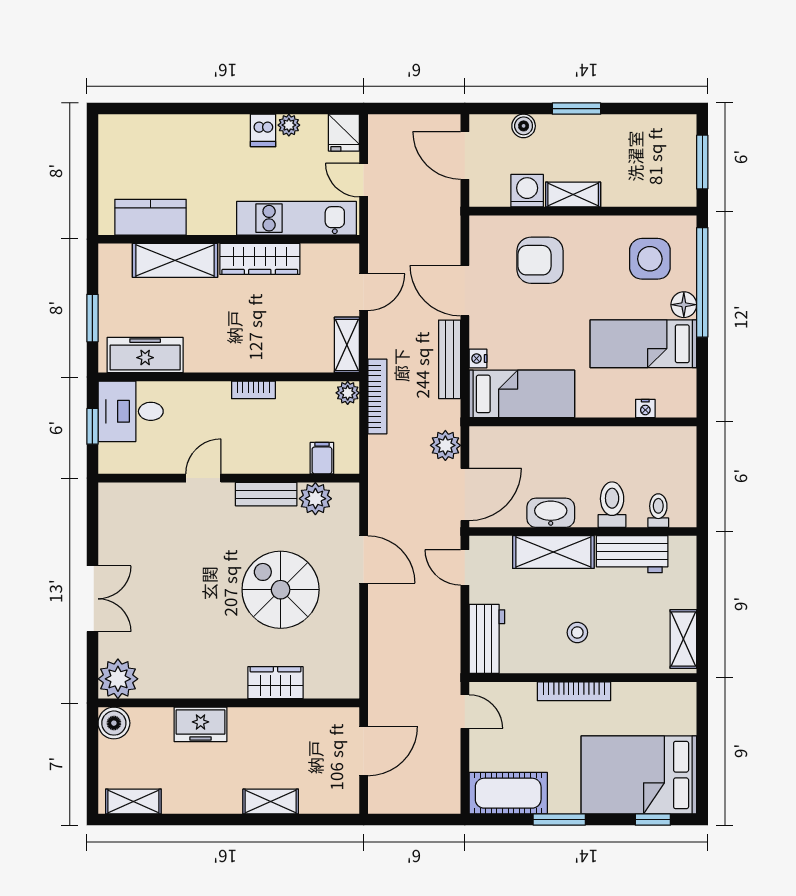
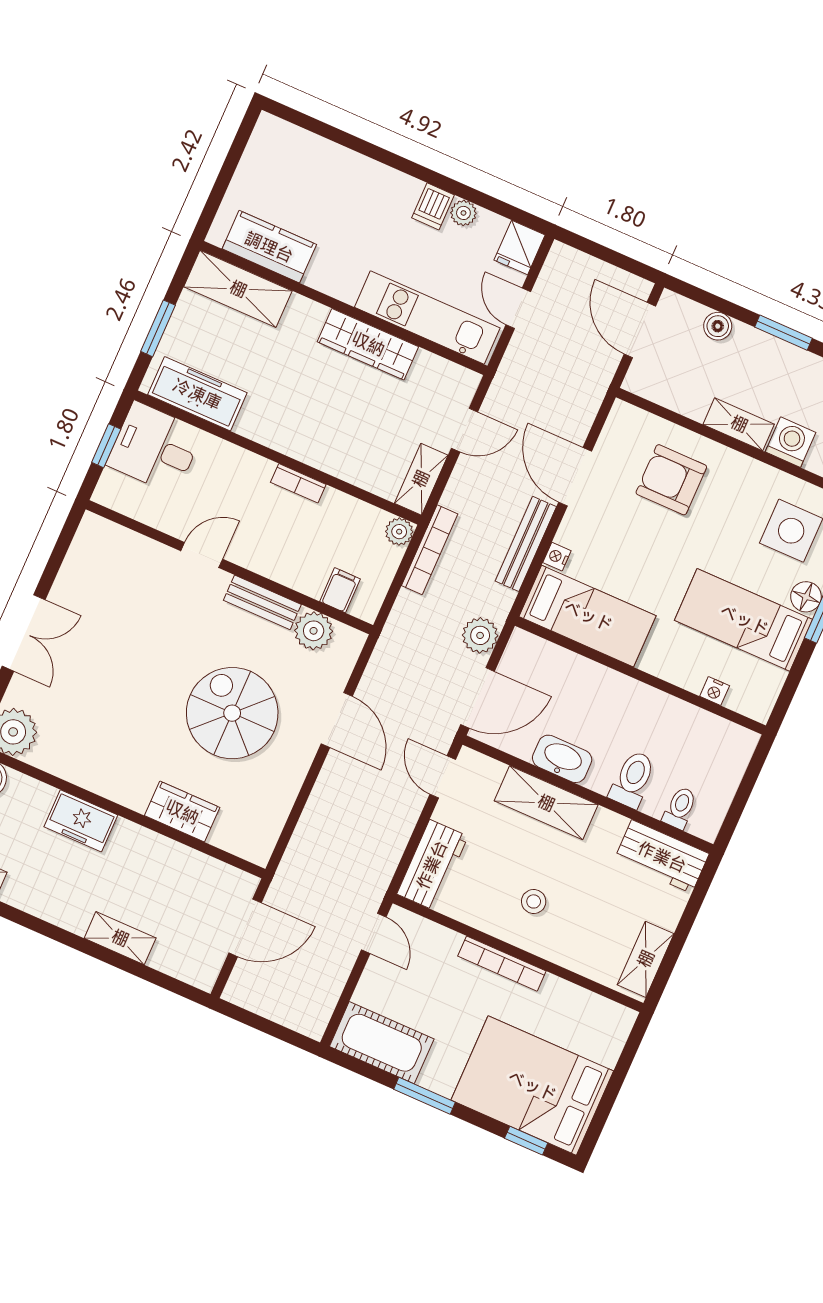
washing machine: (527, 191) -> (790, 442), moved
shelving: (175, 260) -> (238, 289), moved
workbench: (632, 554) -> (662, 857), moved

